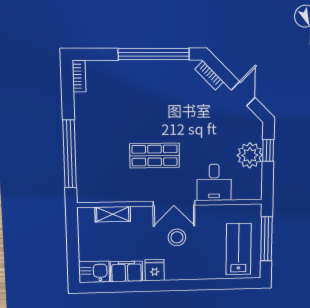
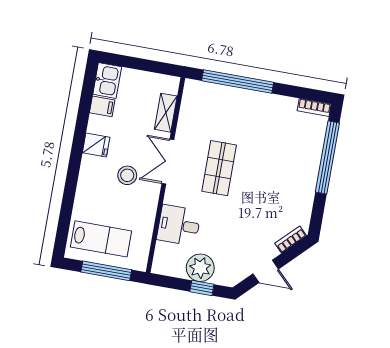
window: (154, 54) -> (327, 157), moved
double door: (174, 203) -> (168, 162), moved
filing cabinet: (127, 271) -> (102, 106), width x0.50

